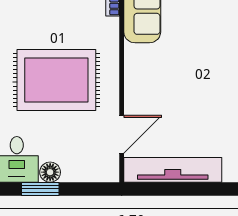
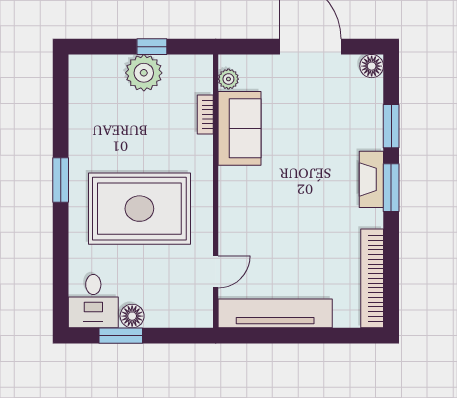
door: (122, 134) -> (216, 272), width x0.73

